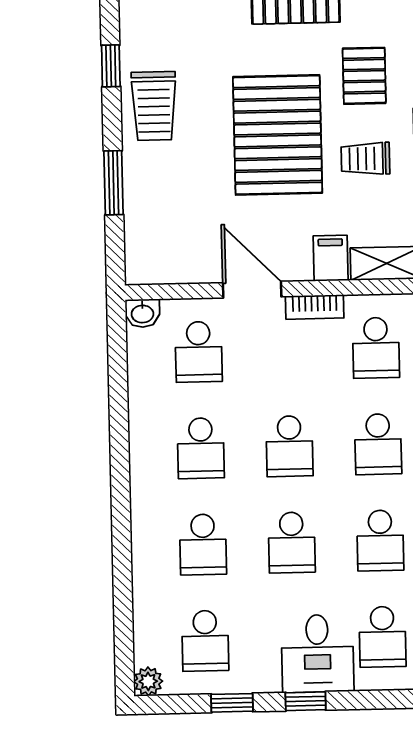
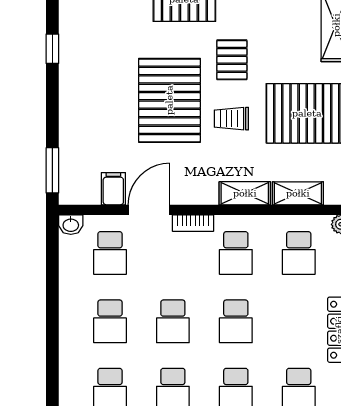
trolley: (154, 106) -> (82, 78), removed
window: (114, 183) -> (52, 170), moved
filing cabinet: (331, 258) -> (113, 189), moved
door: (252, 290) -> (149, 210), hinge flipped

